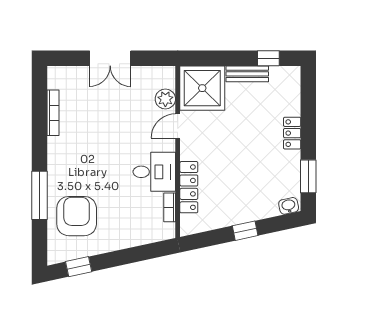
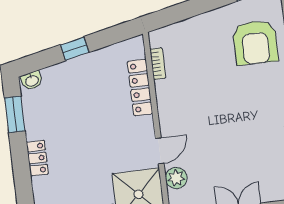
desk: (154, 172) -> (179, 99), removed

